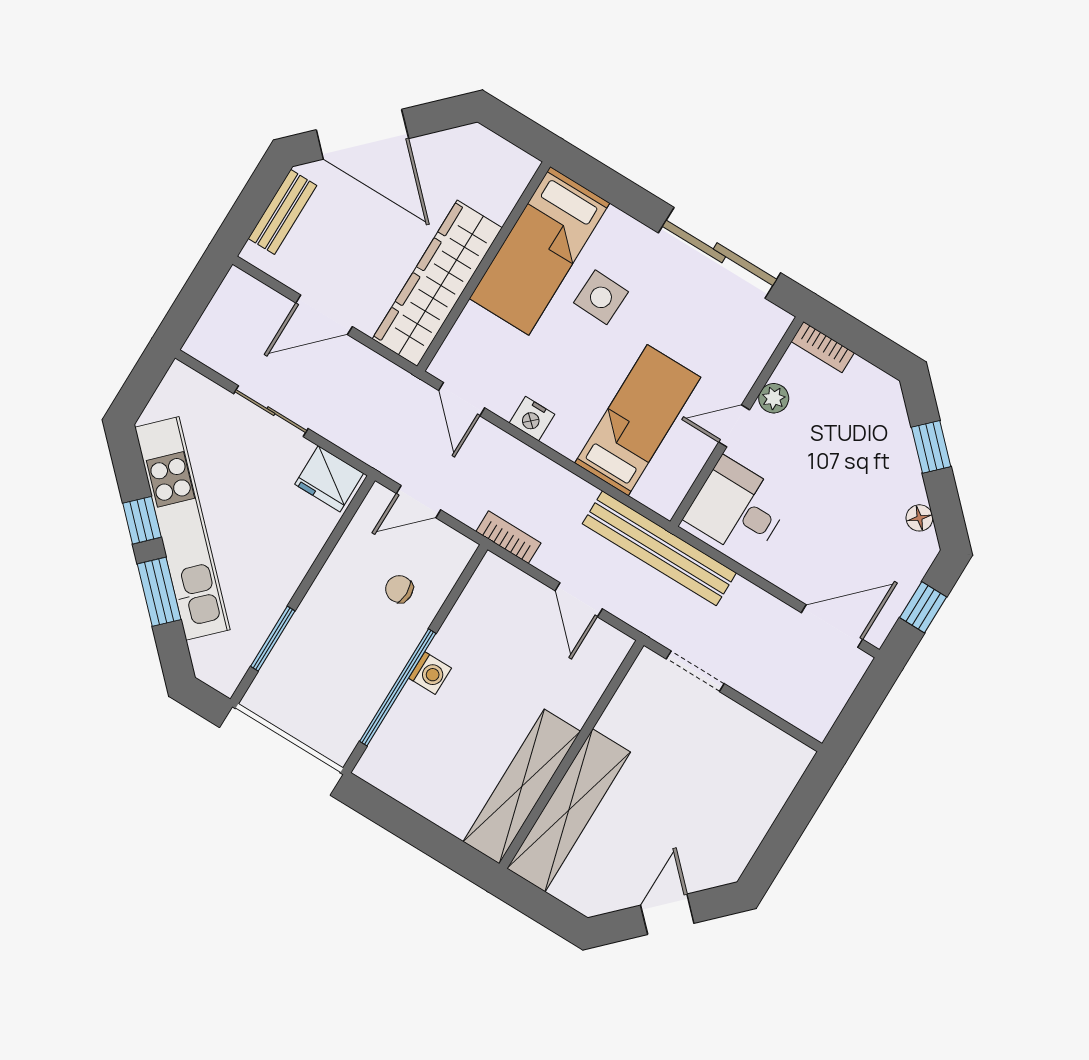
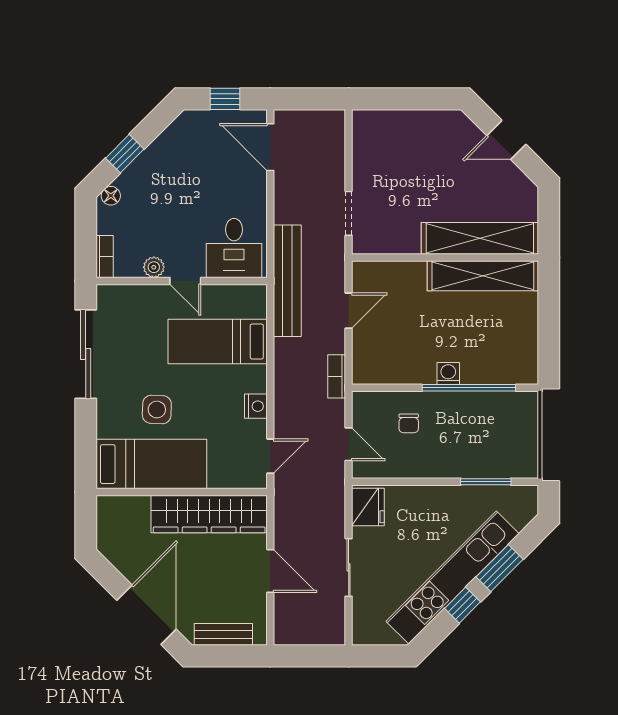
floor lamp: (919, 518) -> (111, 196), moved

